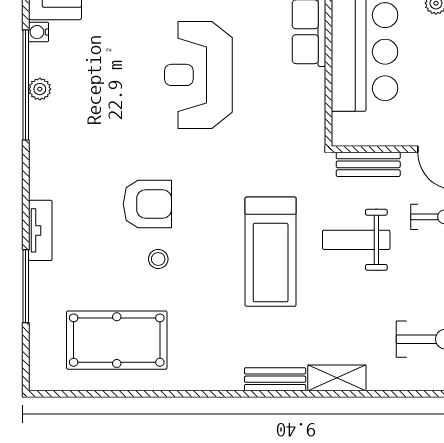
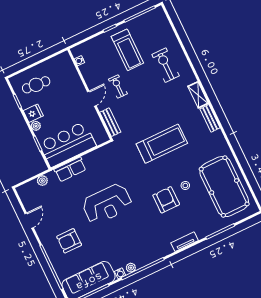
plant: (40, 89) -> (131, 268), moved
tv unit: (40, 230) -> (185, 242), moved
weight bench: (356, 240) -> (141, 113), removed
pool table: (117, 340) -> (224, 187), width x1.36, depth x1.32

